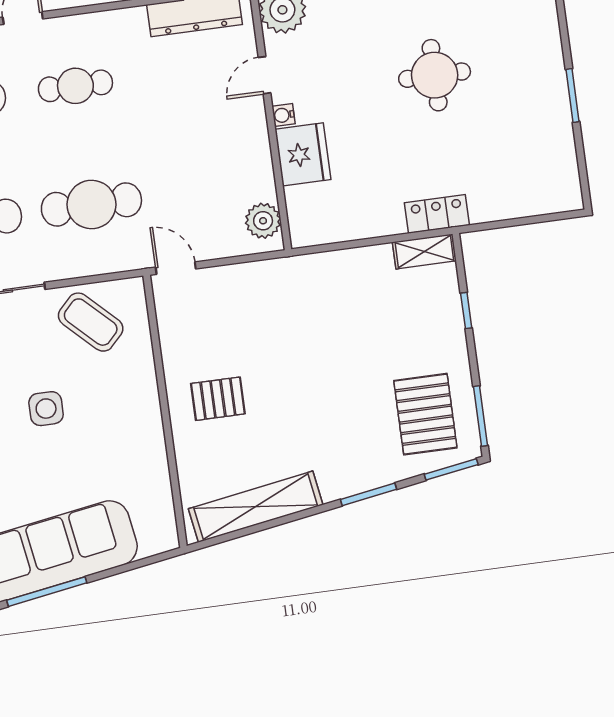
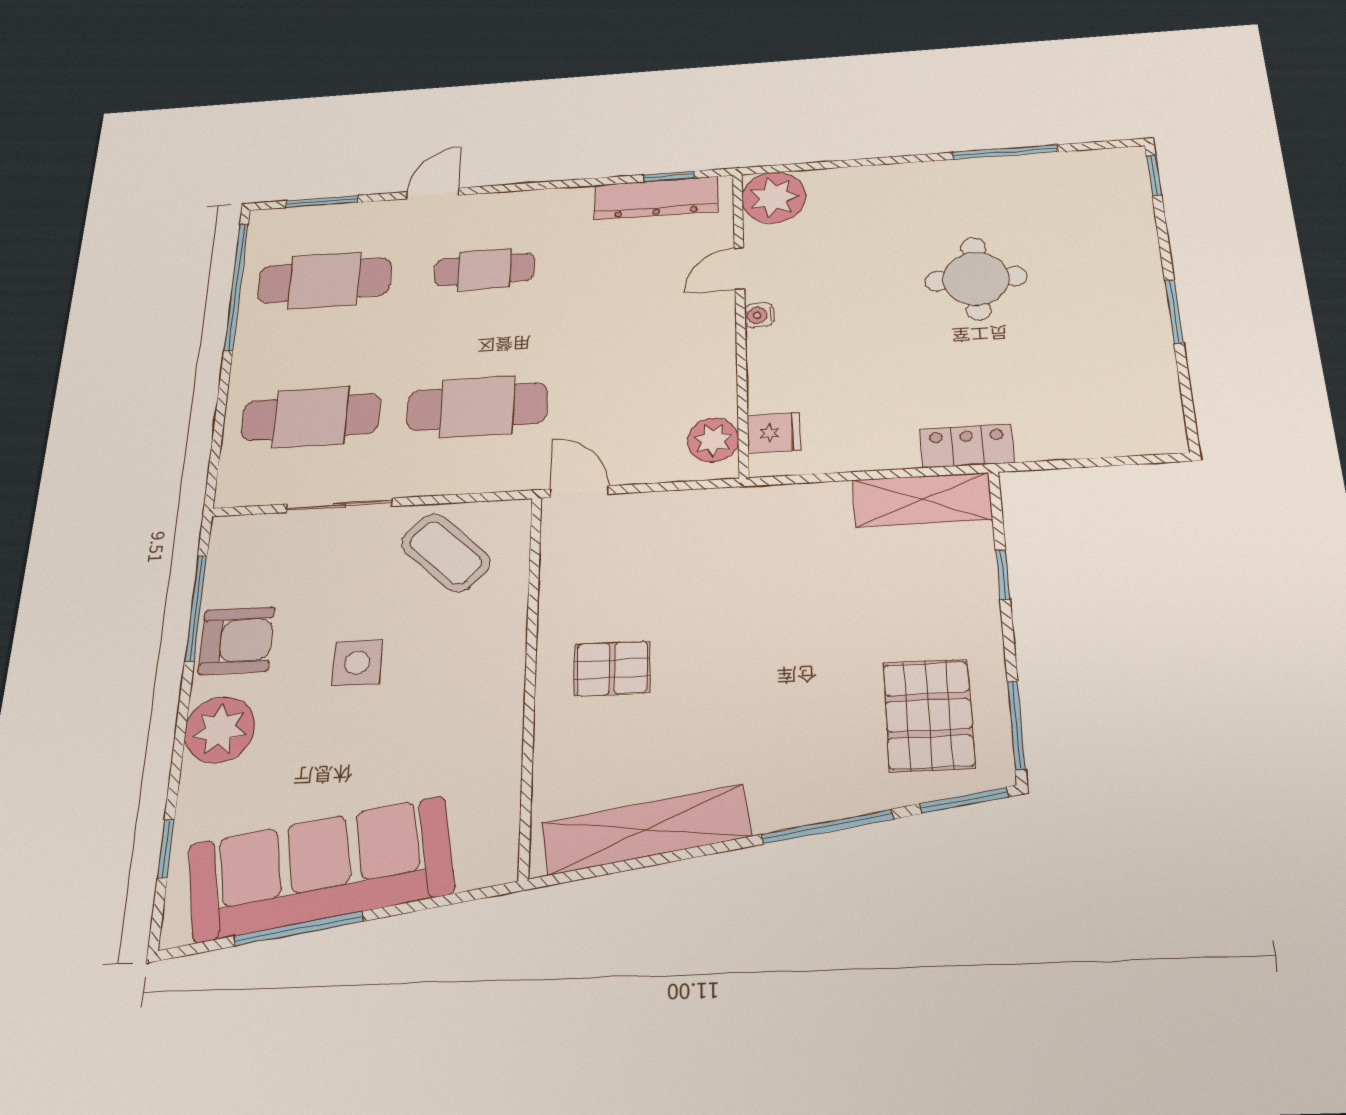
fridge: (303, 154) -> (774, 433), moved, width x0.53, depth x0.75
shelving: (424, 251) -> (922, 500), width x1.50, depth x1.33
window: (369, 494) -> (827, 827), width x1.44

